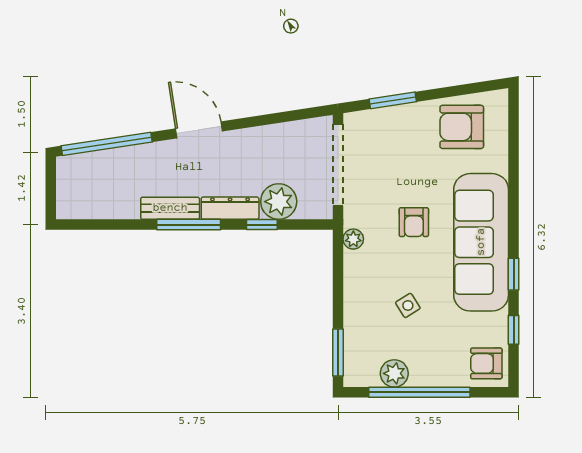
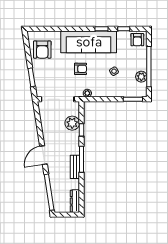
dresser: (230, 208) -> (75, 201), moved

